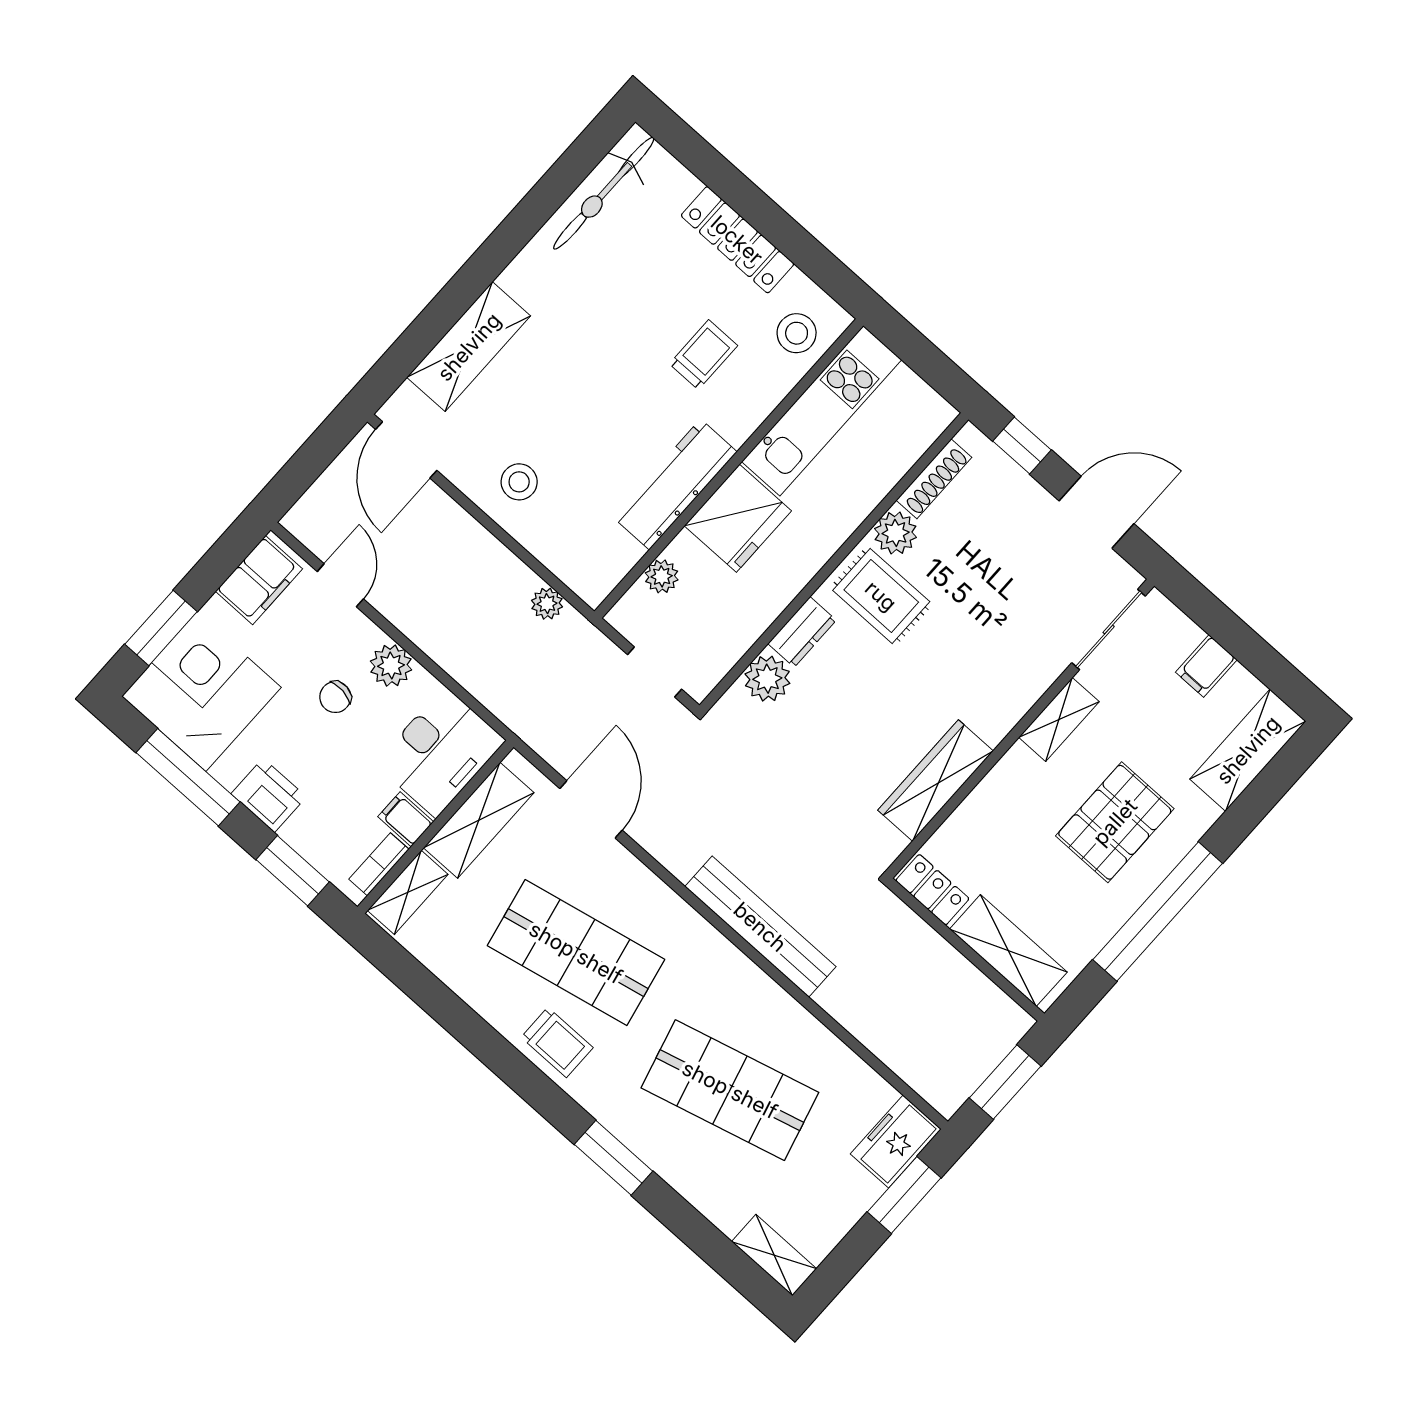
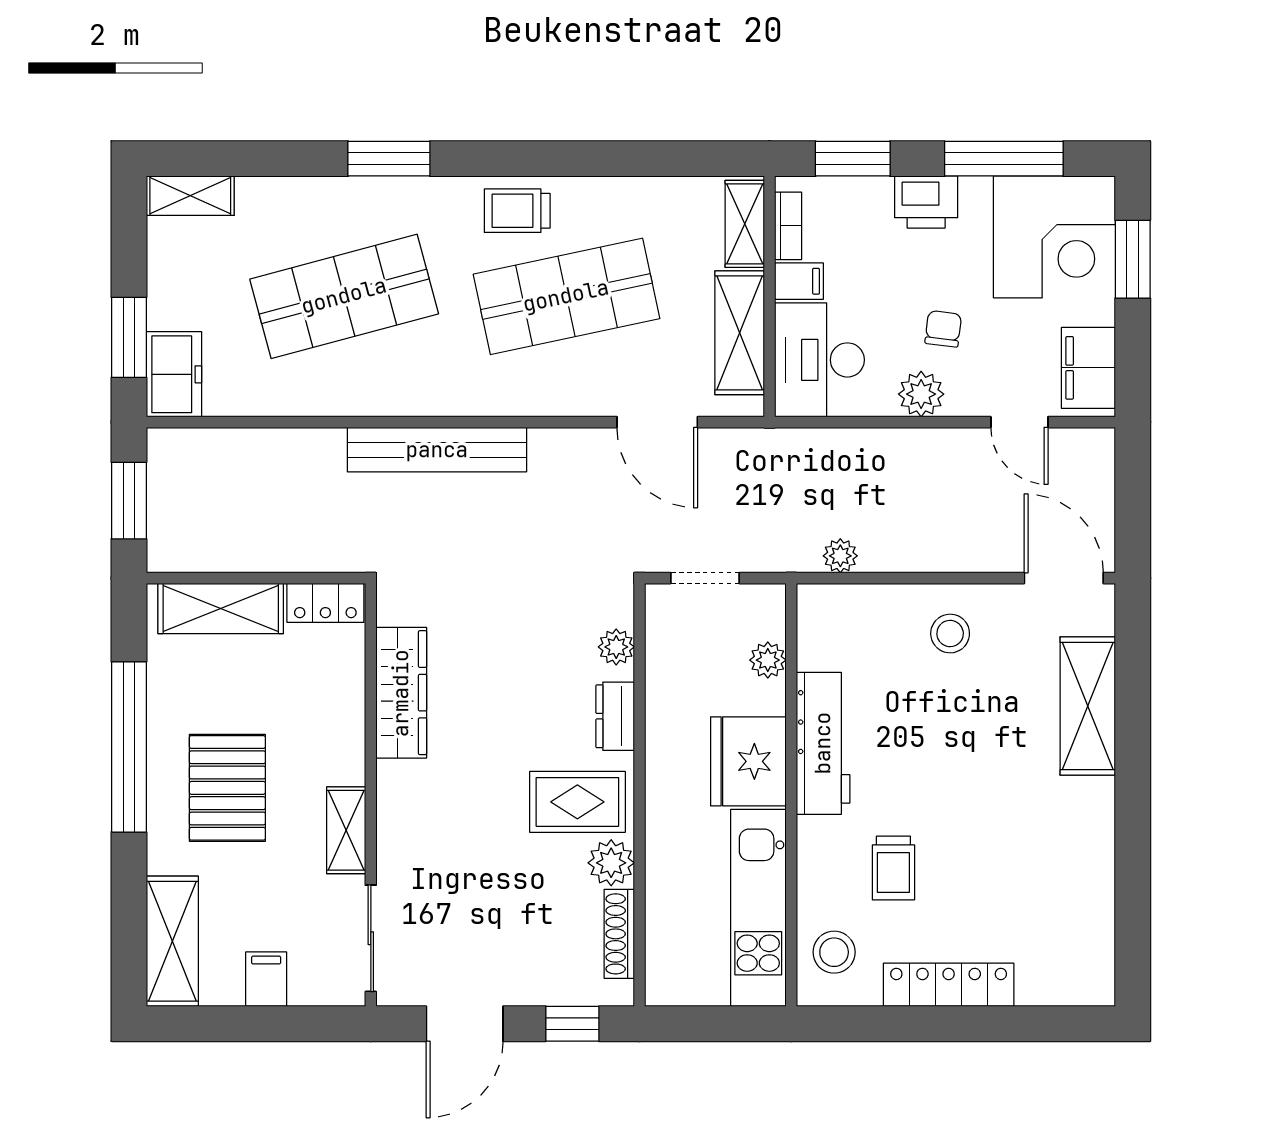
bicycle: (604, 193) -> (1089, 926), removed
plant: (767, 679) -> (616, 647), width x0.73, depth x0.73

